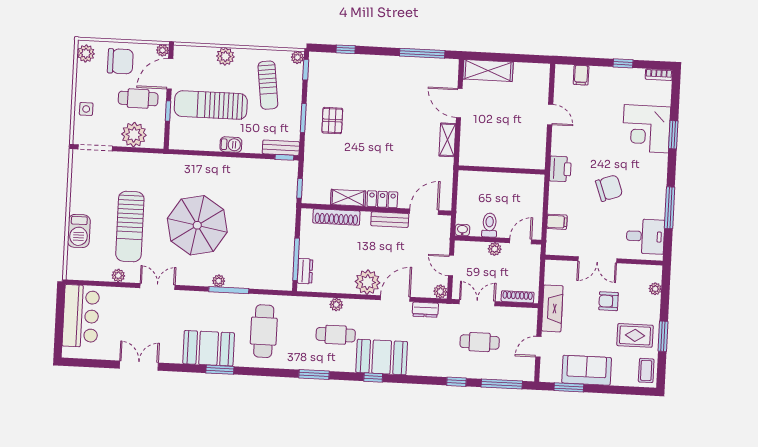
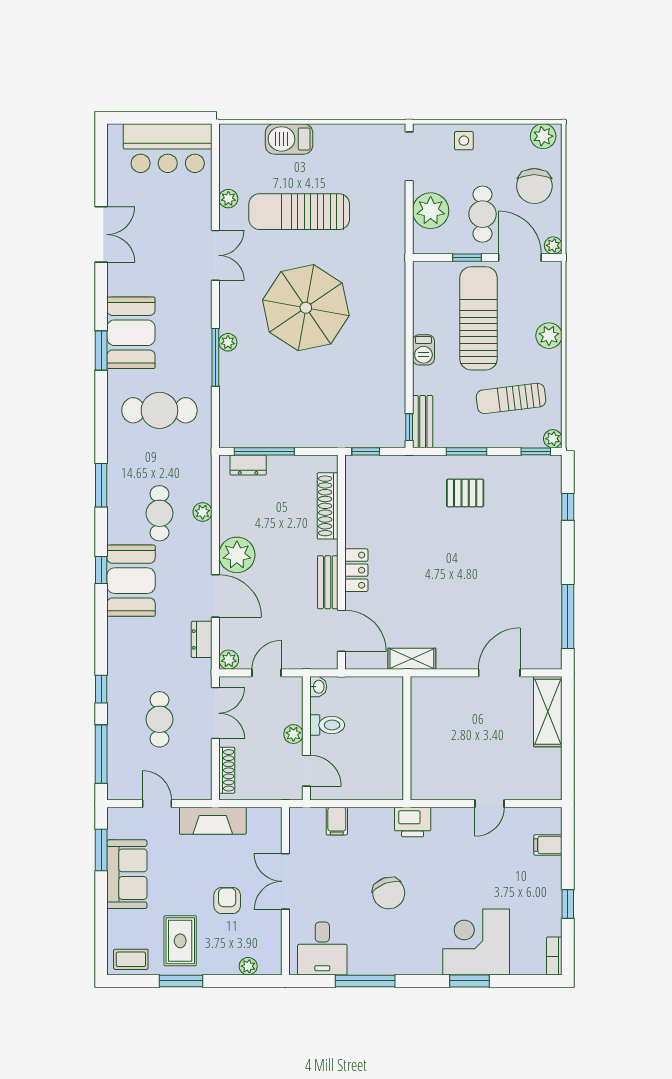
shelving: (447, 140) -> (412, 659), moved
shelving: (348, 198) -> (356, 521), removed

